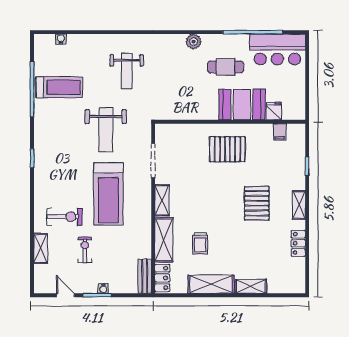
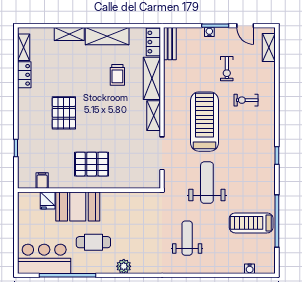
shelving: (299, 205) -> (24, 47), moved
exercise bike: (65, 217) -> (246, 100), width x0.73, depth x0.72
trolley: (200, 243) -> (117, 75), turned 180
shelving: (41, 248) -> (269, 47), moved

